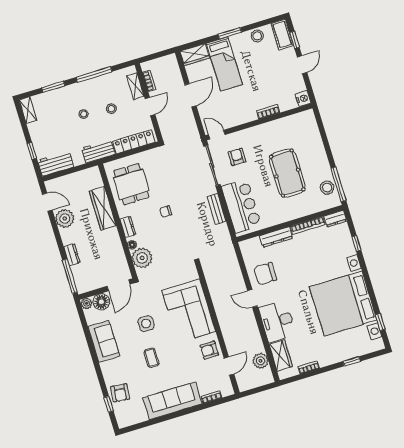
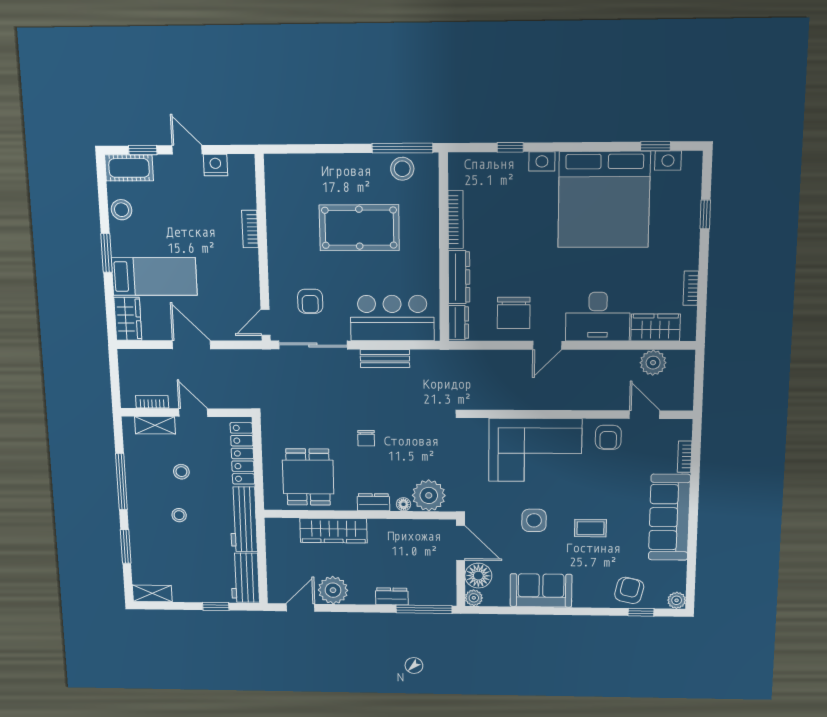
nightstand: (303, 99) -> (215, 165), moved
workbench: (98, 151) -> (243, 519), width x1.38
armchair: (237, 157) -> (310, 301), turned -90
dining table: (131, 184) -> (308, 477), turned 90
dresser: (335, 219) -> (459, 323), moved
armchair: (120, 393) -> (629, 590), turned -83
plant: (123, 422) -> (677, 600), added

